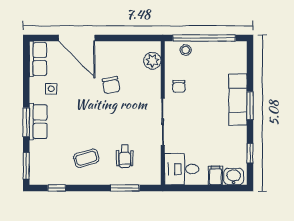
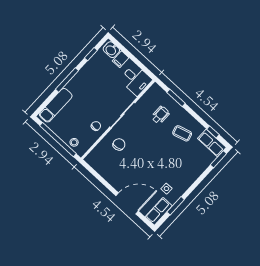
door: (77, 38) -> (127, 203), hinge flipped
plant: (152, 61) -> (97, 153), removed
chair: (111, 85) -> (119, 144), moved
exam couch: (238, 100) -> (56, 105), moved
window: (250, 106) -> (67, 80), width x1.44
window: (26, 122) -> (176, 206), moved
row of seats: (38, 122) -> (212, 143), moved, turned -90

